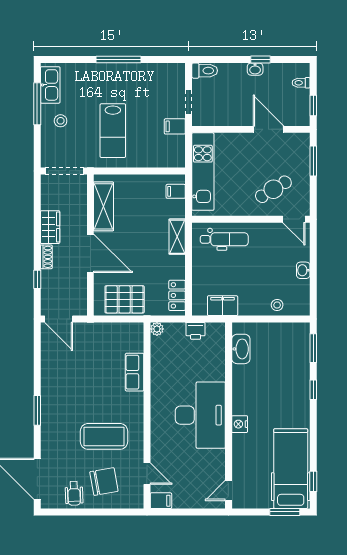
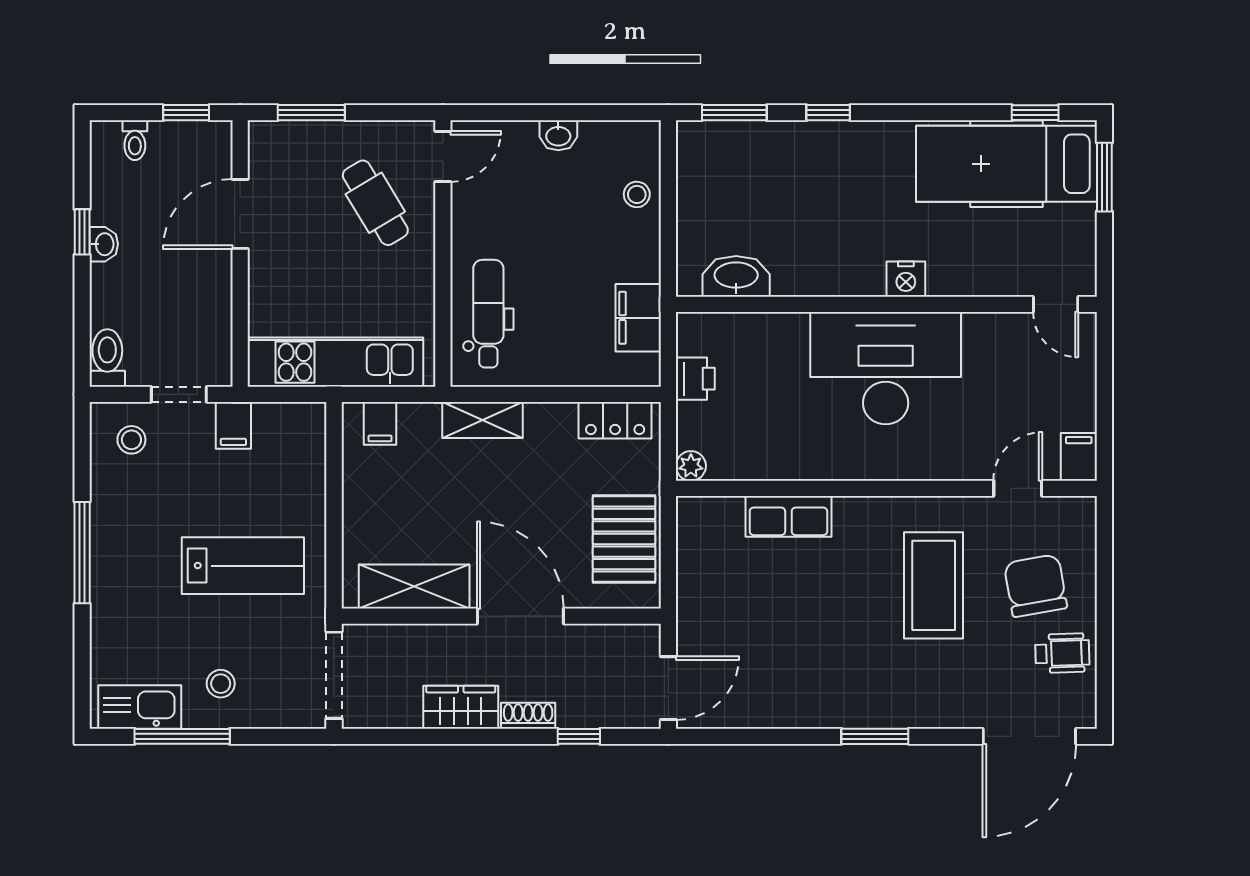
stool: (168, 81) -> (131, 440), added
door: (90, 253) -> (520, 616), hinge flipped

